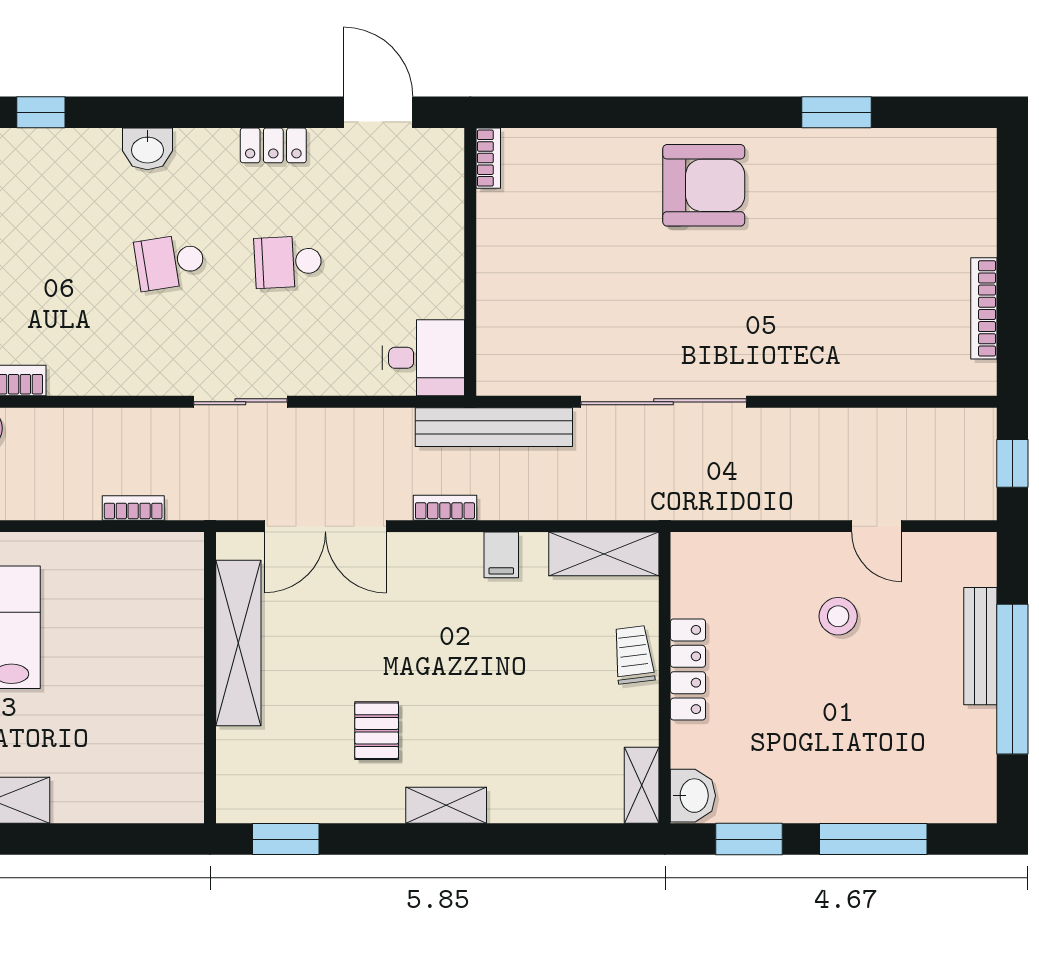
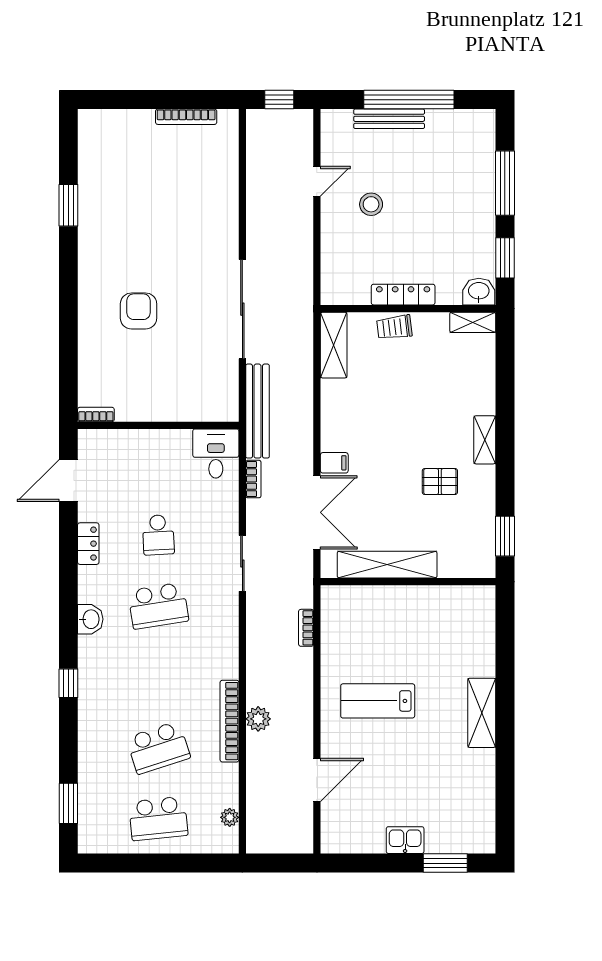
armchair: (704, 185) -> (139, 311), moved, width x0.73, depth x0.73
school desk: (170, 262) -> (158, 606), width x1.85
bookcase: (445, 508) -> (253, 479), moved, turned 180
filing cabinet: (501, 555) -> (334, 463), moved

